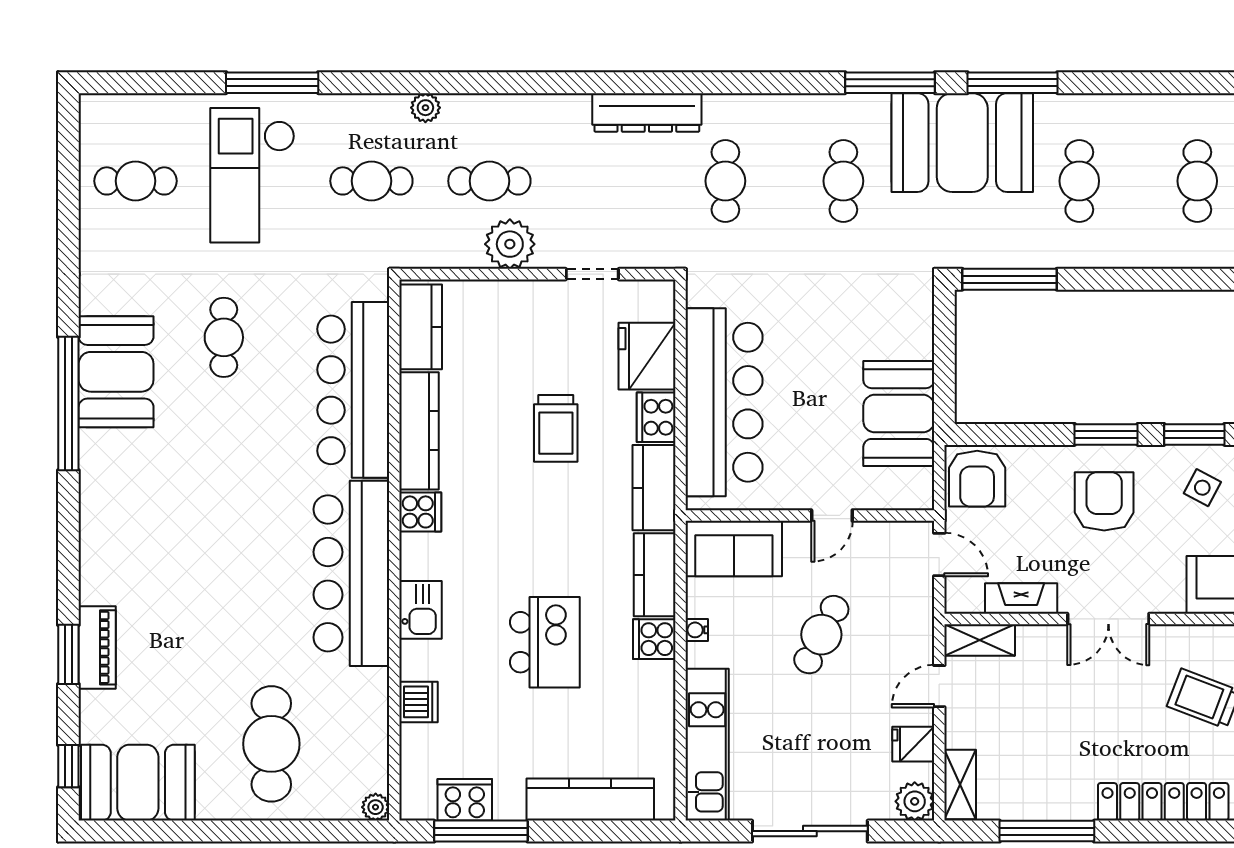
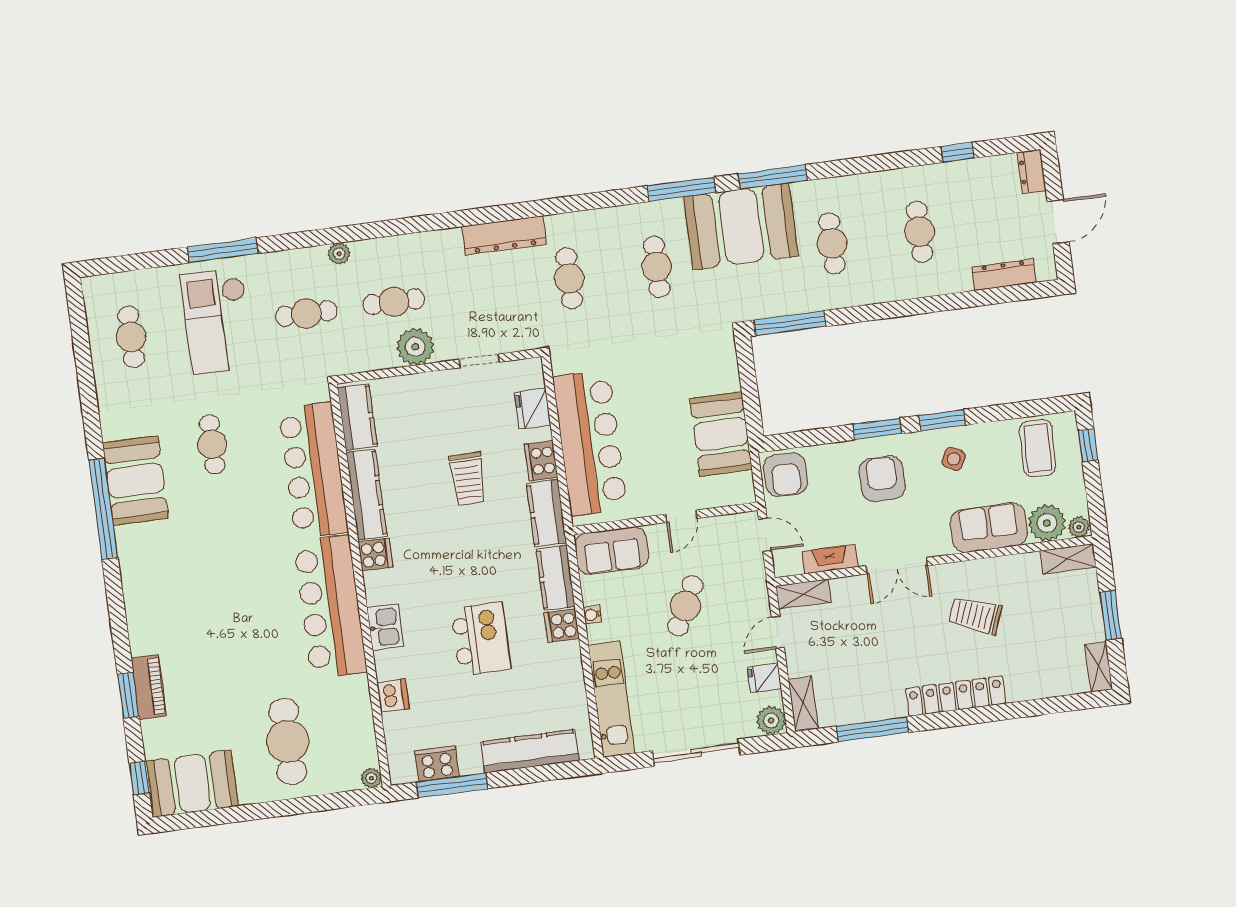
cafe table: (135, 181) -> (131, 337), turned 90
fridge: (647, 356) -> (533, 409), width x0.73, depth x0.75

